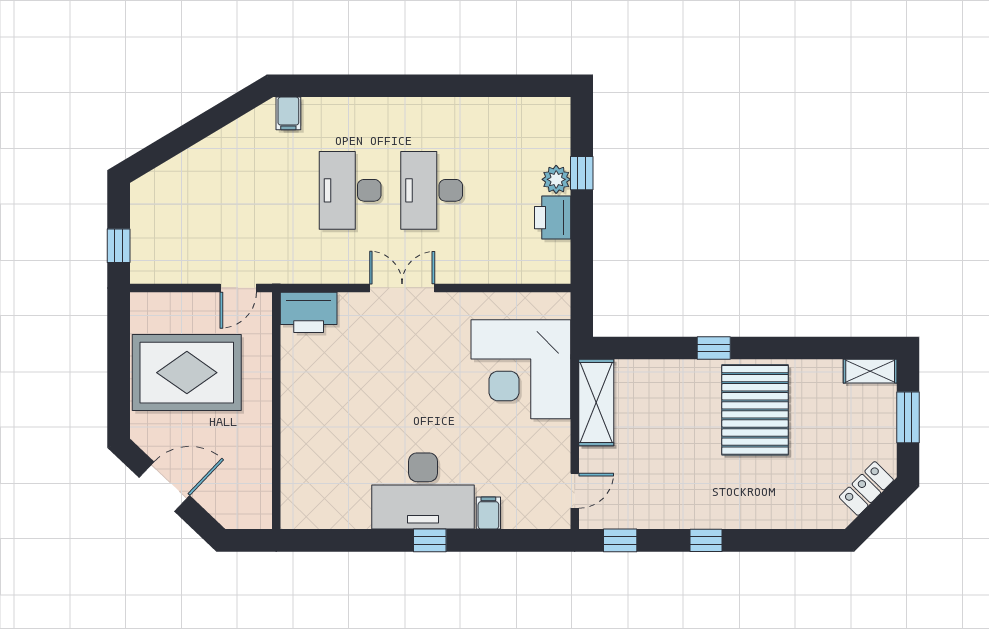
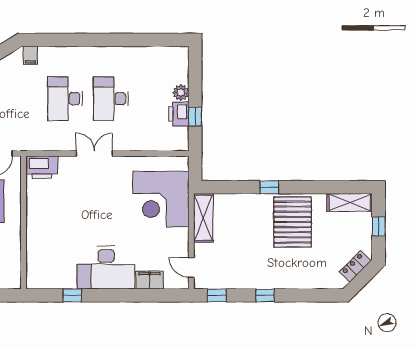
window: (582, 173) -> (195, 117), moved
shelving: (870, 371) -> (350, 202), width x1.50, depth x1.33
window: (908, 417) -> (379, 226), width x0.67
door: (575, 491) -> (191, 267), swing flipped
filing cabinet: (488, 513) -> (150, 280), width x2.00
window: (430, 540) -> (72, 295), moved

